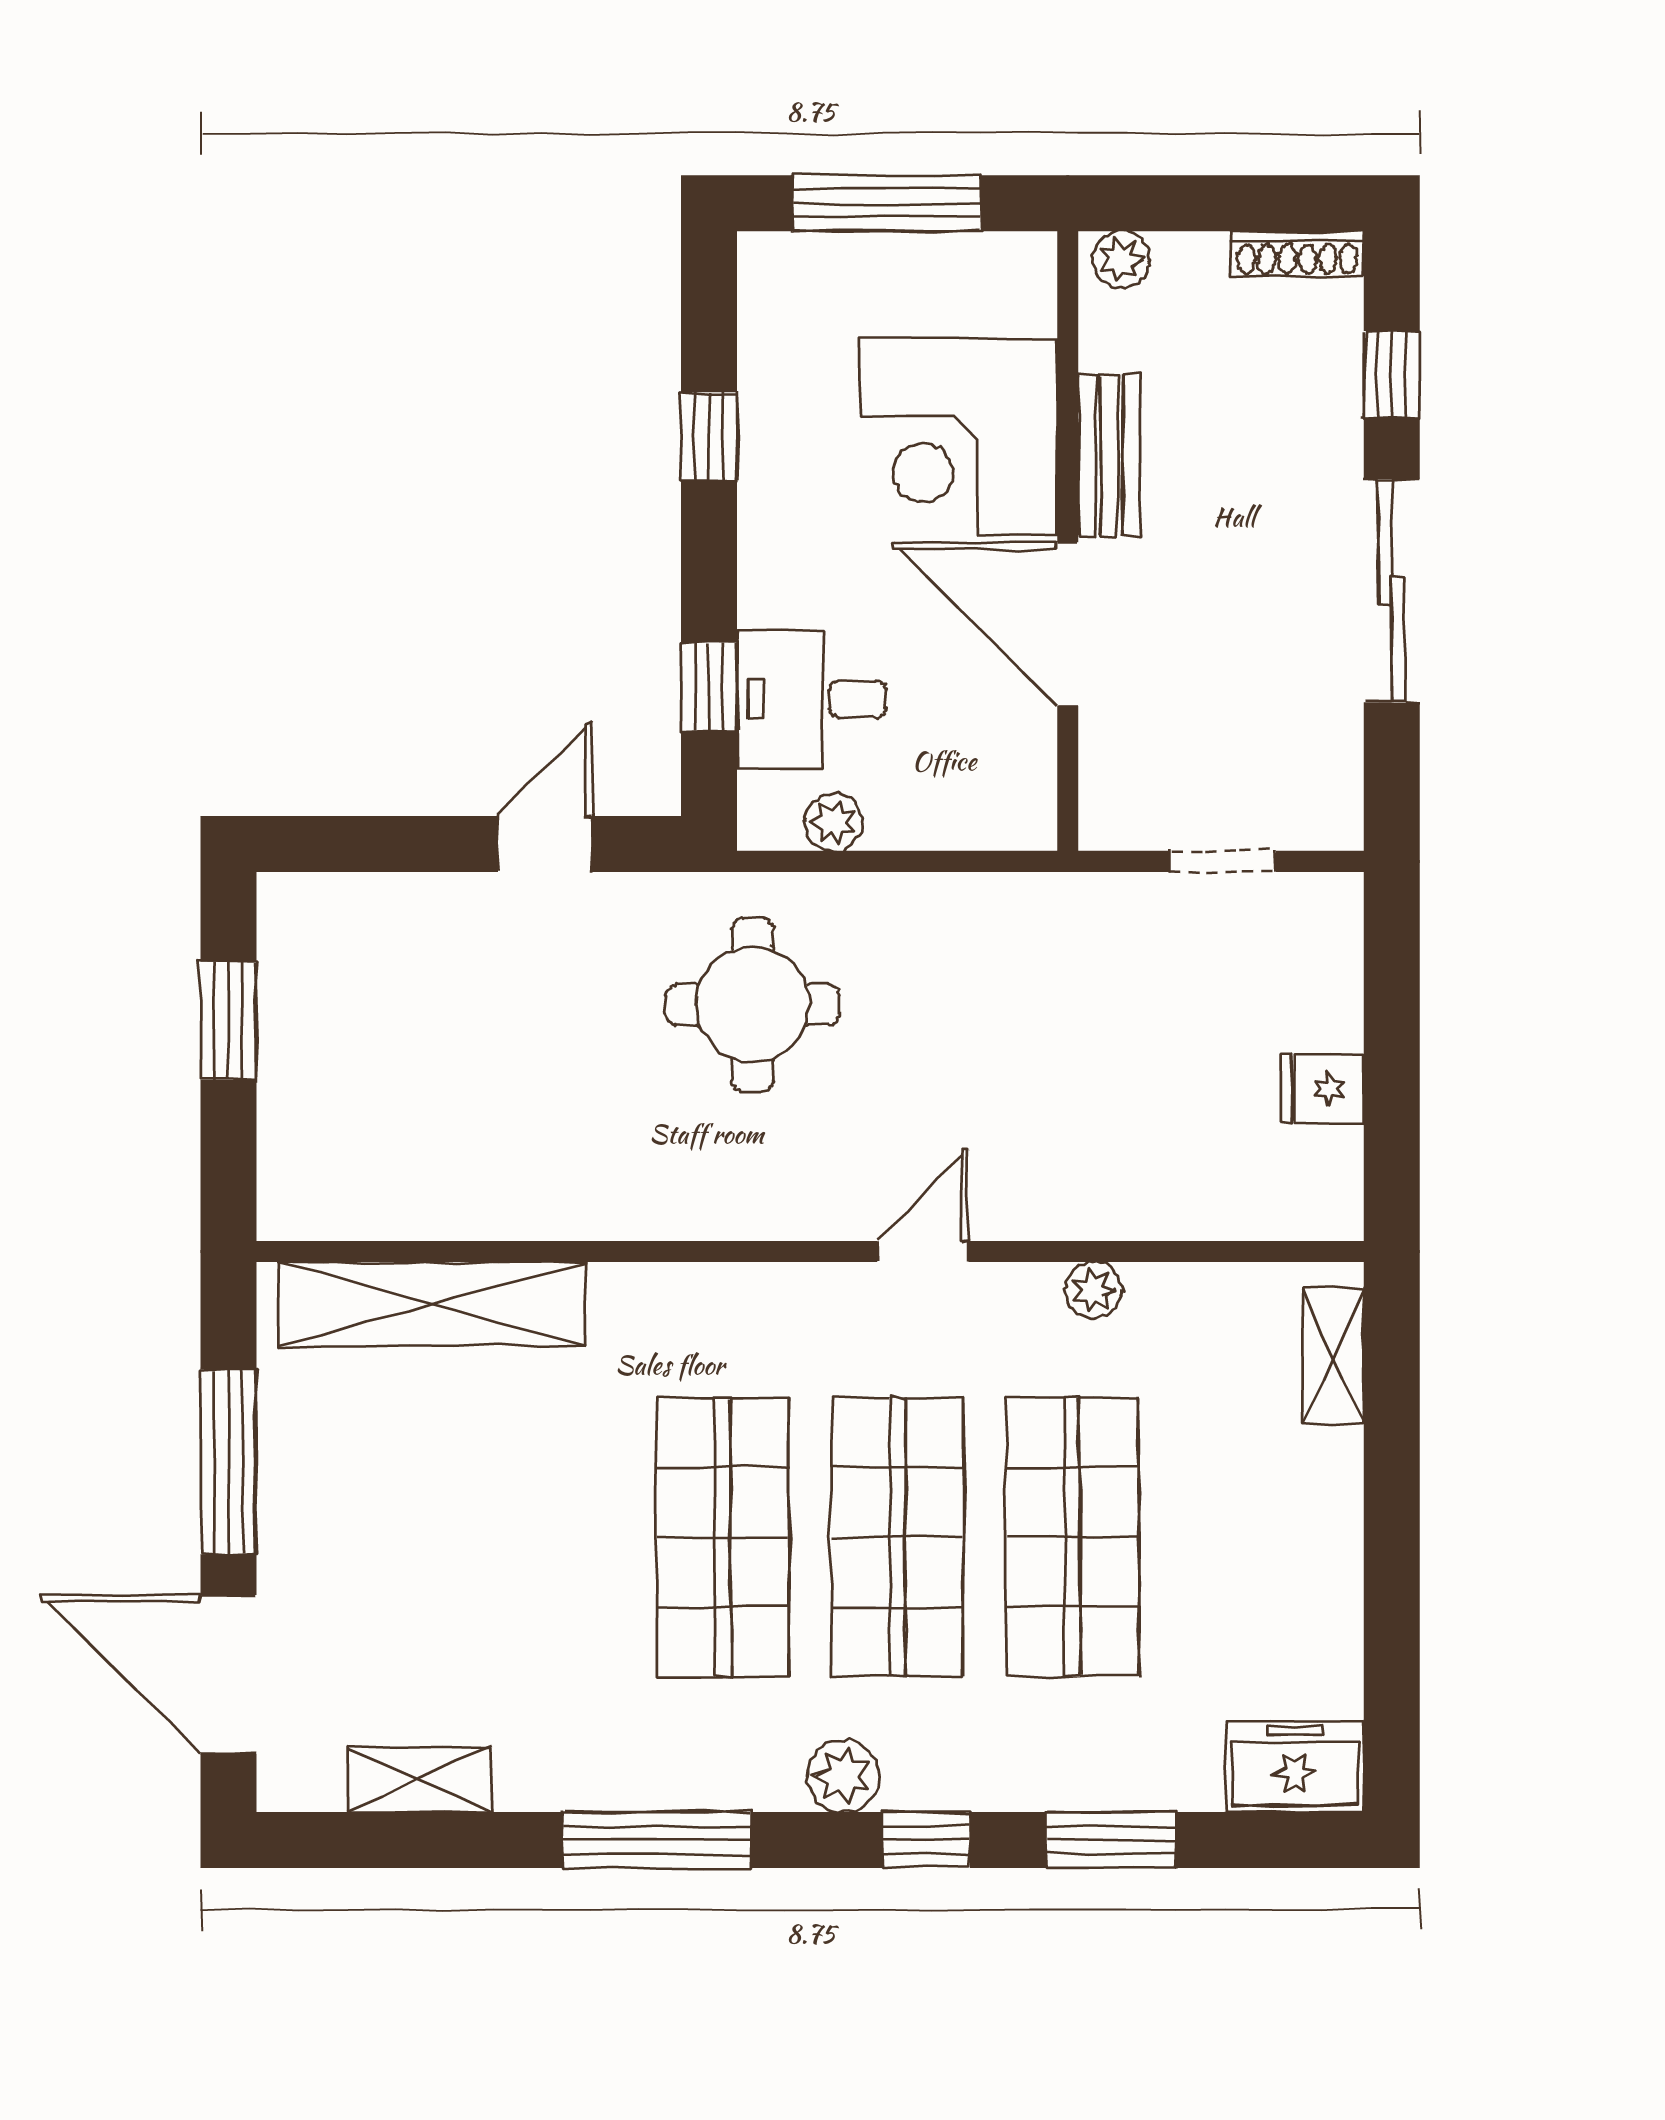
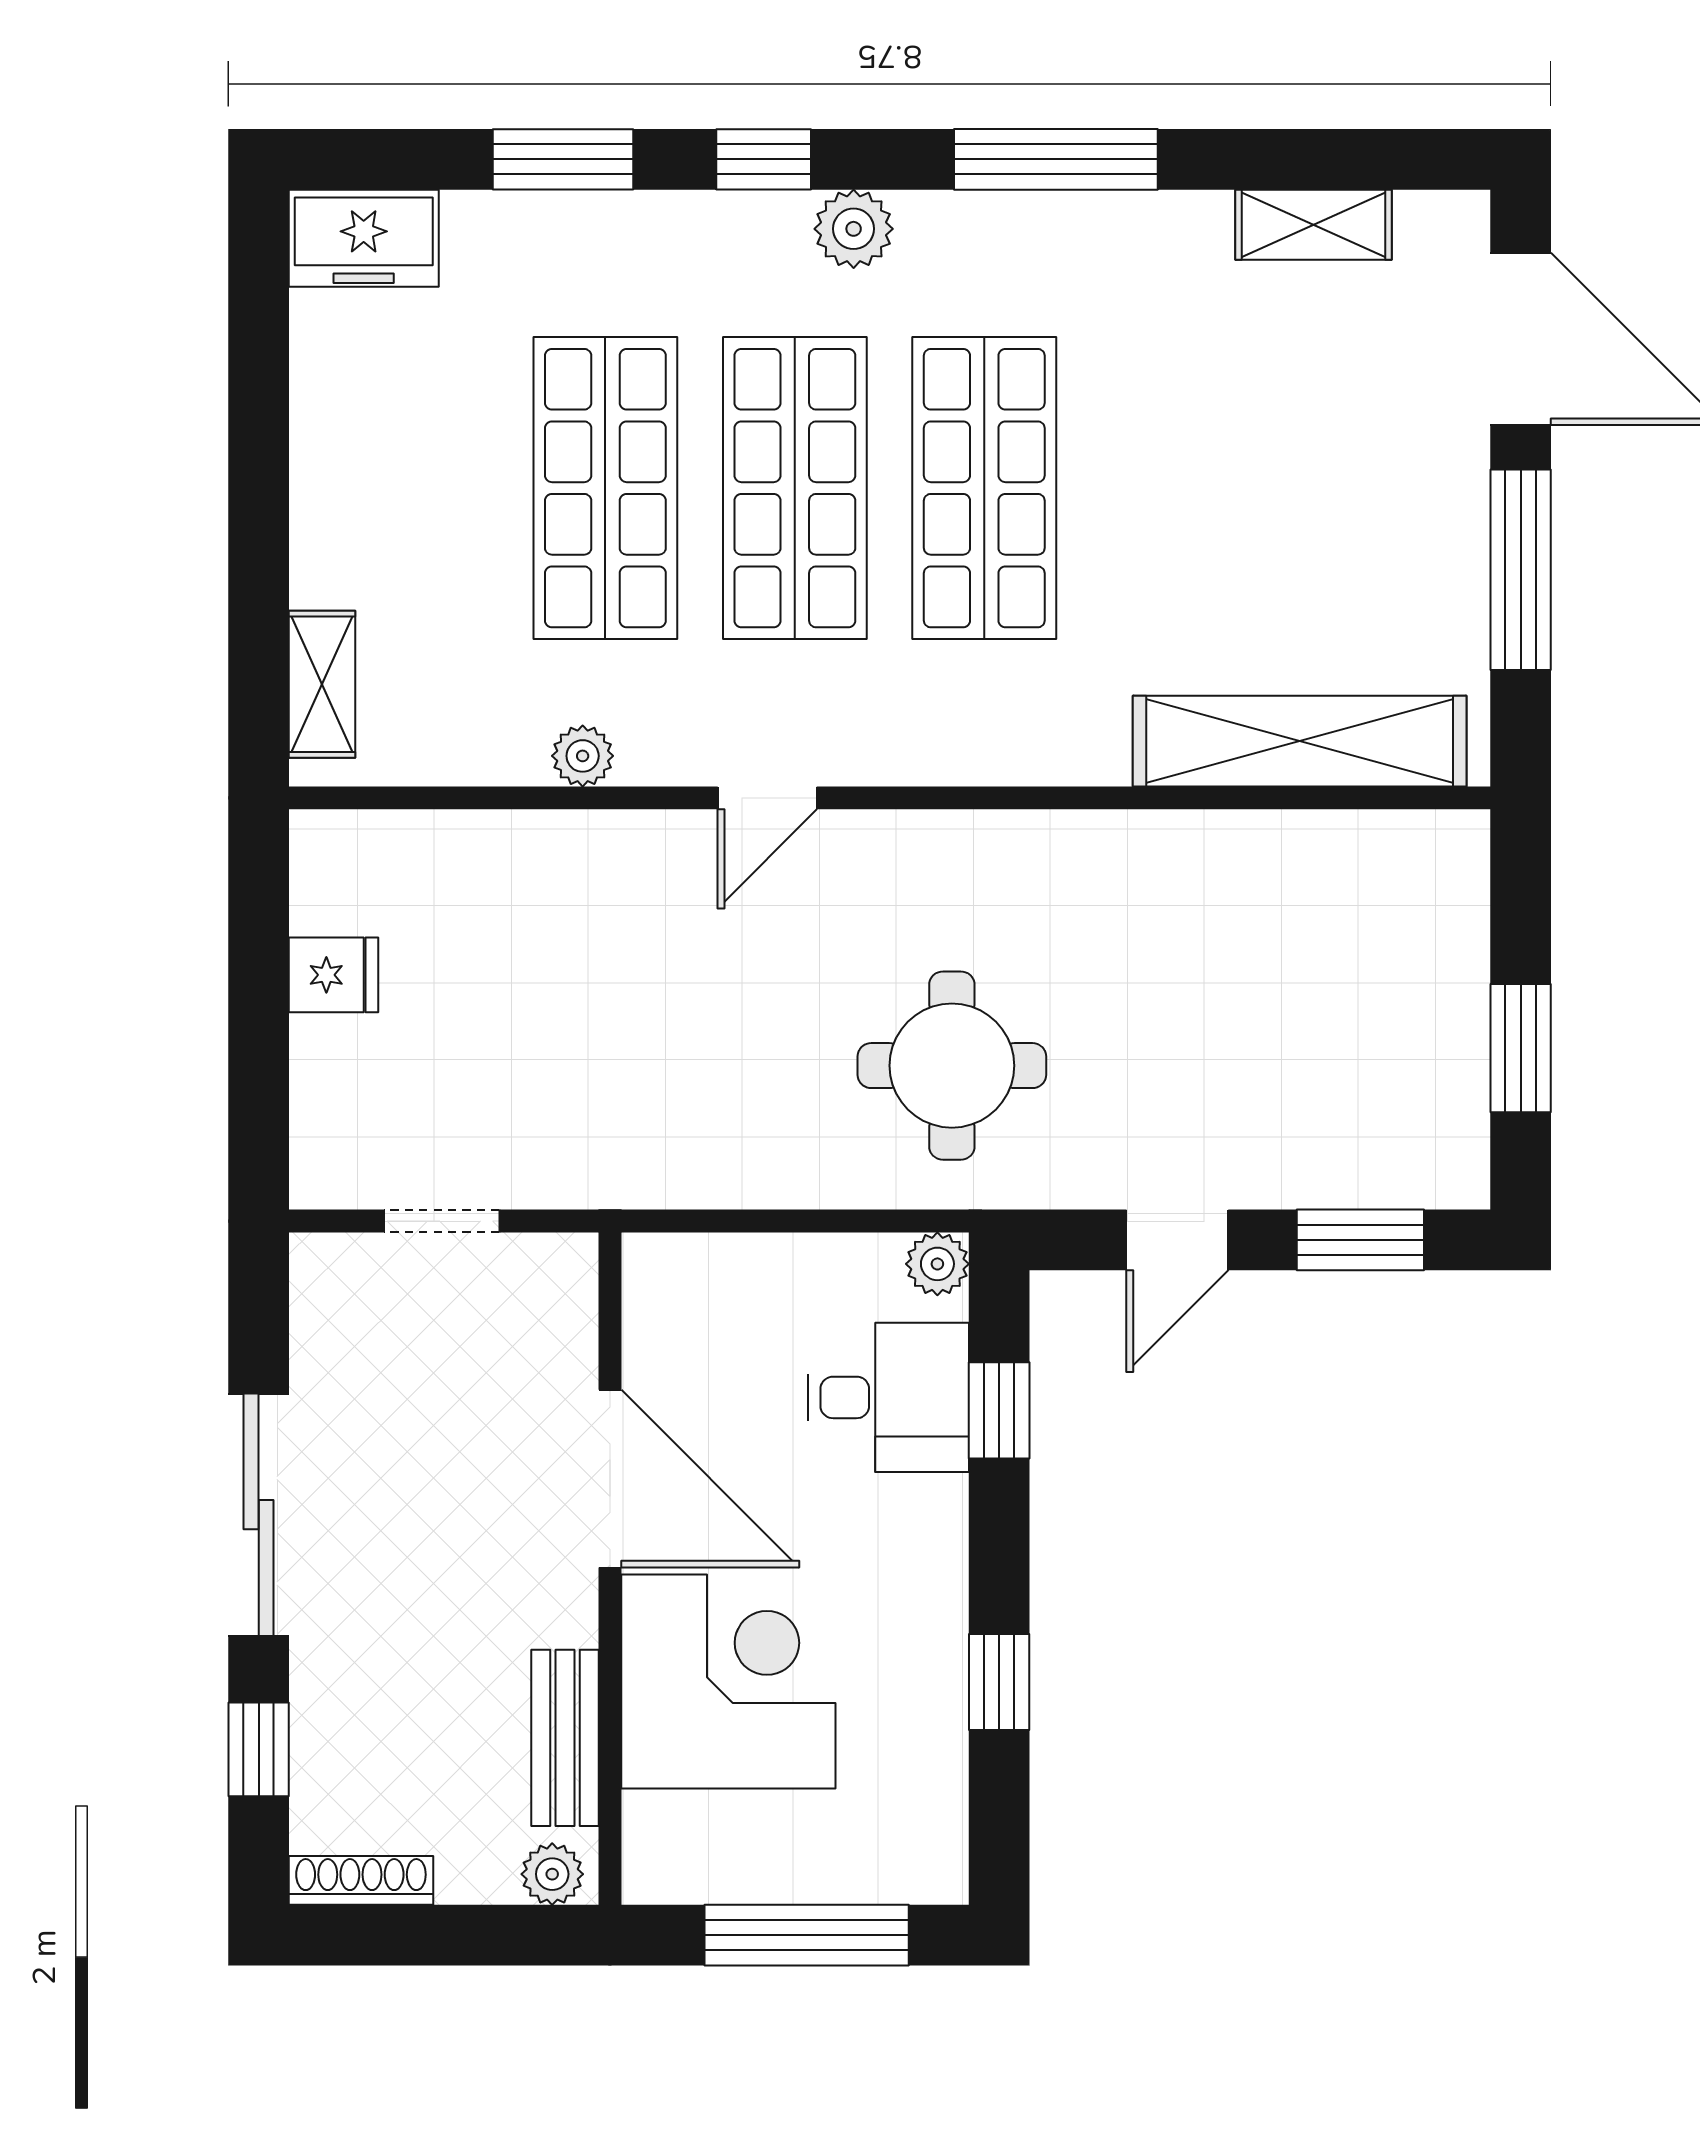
bench: (1109, 456) -> (565, 1738), moved
plant: (834, 822) -> (937, 1264), moved
window: (376, 844) -> (1360, 1240), added

